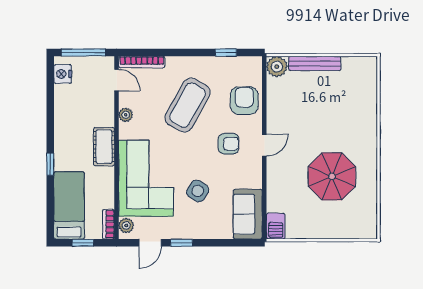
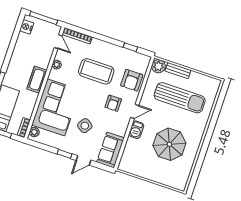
bench: (315, 63) -> (178, 71), width x0.73
armchair: (244, 101) -> (132, 80), turned 180
sun lounger: (324, 103) -> (180, 98), added
coffee table: (188, 105) -> (96, 71), turned 61
armchair: (228, 144) -> (113, 103), turned 90
barbecue: (276, 226) -> (136, 130), moved
door: (150, 243) -> (83, 160), moved

